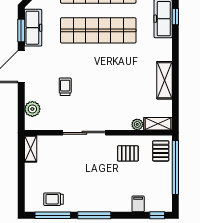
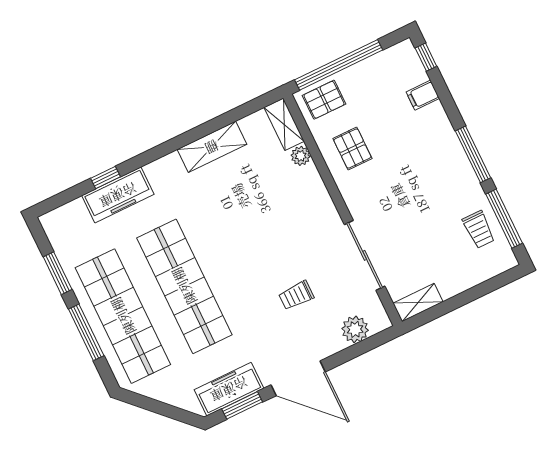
sliding door: (84, 133) -> (365, 255), moved

